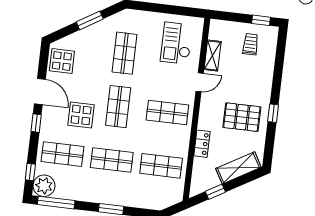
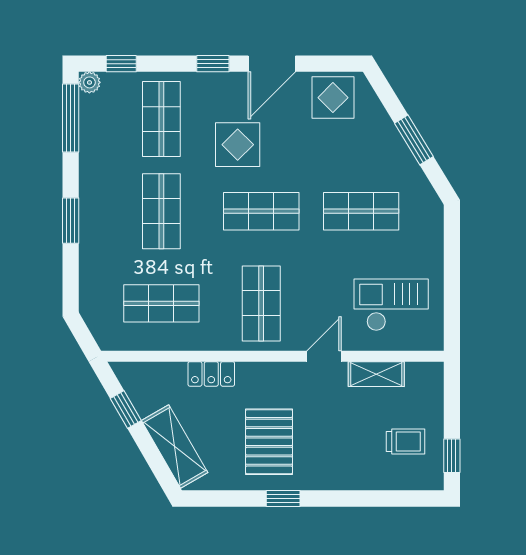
door: (200, 82) -> (324, 356), swing flipped
shop shelf: (161, 166) -> (161, 303), turned 90
plant: (44, 186) -> (89, 82), width x0.53, depth x0.53

